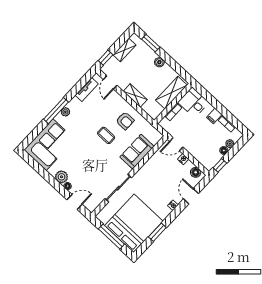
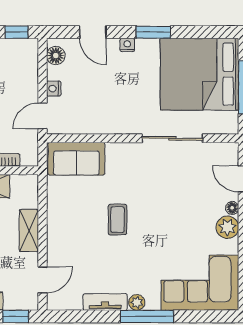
tv unit: (87, 89) -> (105, 302), moved
armchair: (125, 121) -> (75, 213), removed
door: (176, 144) -> (42, 116), swing flipped
sofa: (137, 152) -> (76, 159), moved
door: (191, 196) -> (93, 32), hinge flipped
window: (157, 232) -> (153, 32), moved

